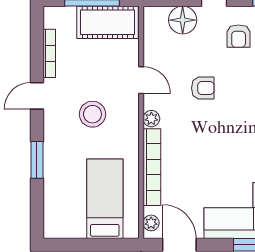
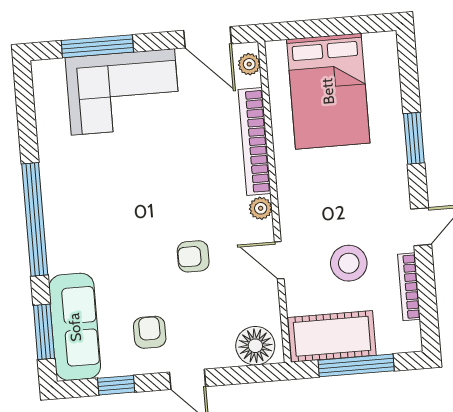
floor lamp: (183, 20) -> (255, 346), moved
stool: (92, 114) -> (349, 263), moved
bed: (105, 199) -> (328, 91), width x1.50

